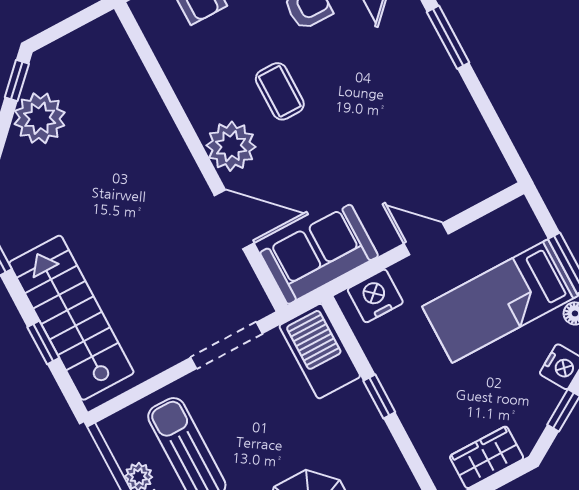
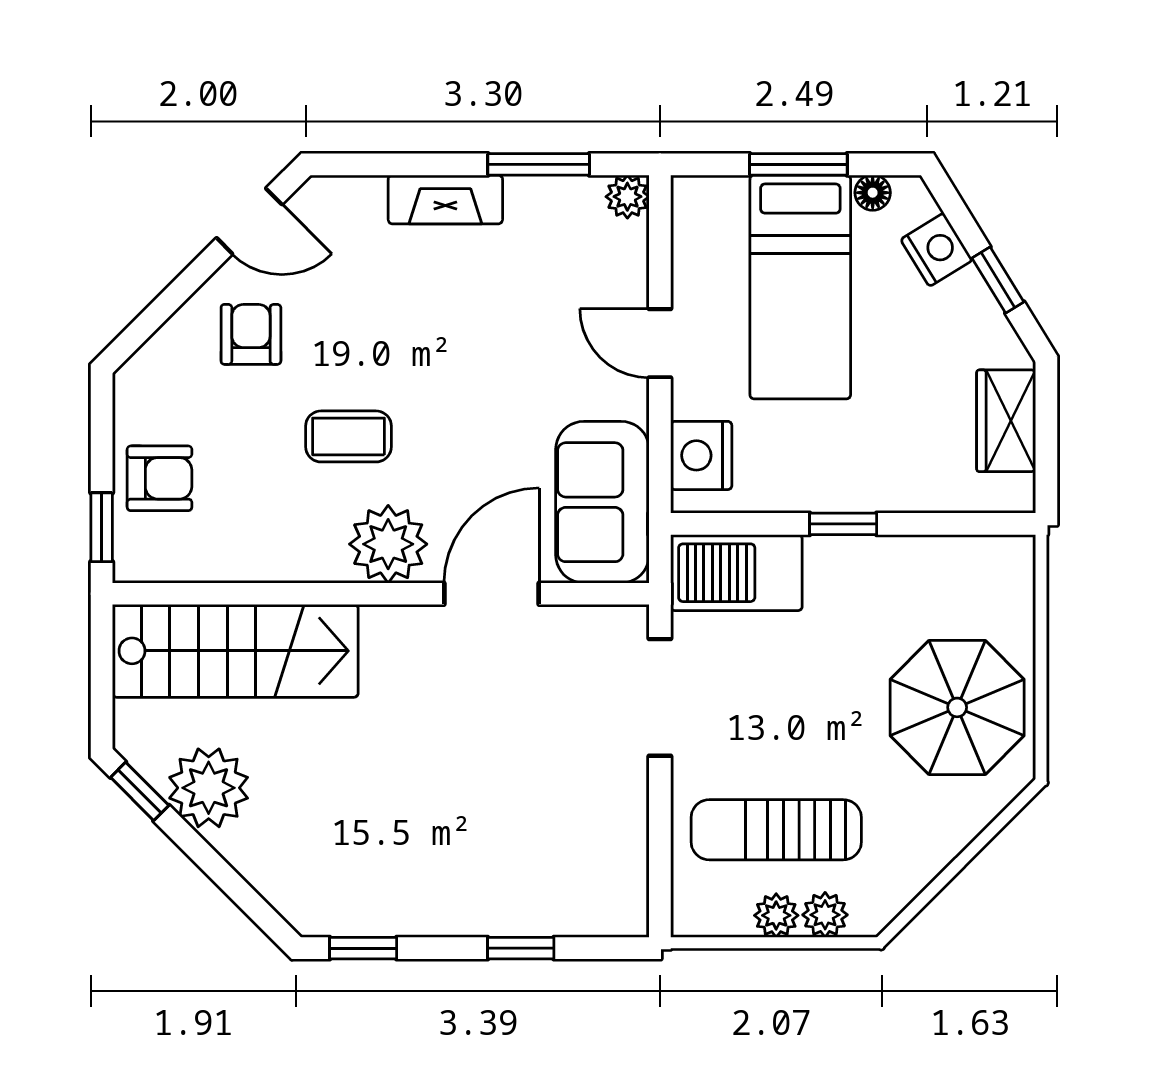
window: (448, 37) -> (539, 164), moved
fireplace: (443, 75) -> (445, 199), added
plant: (499, 176) -> (627, 197), added
door: (426, 239) -> (660, 343), hinge flipped
stairs: (71, 318) -> (235, 651), moved, turned 180

